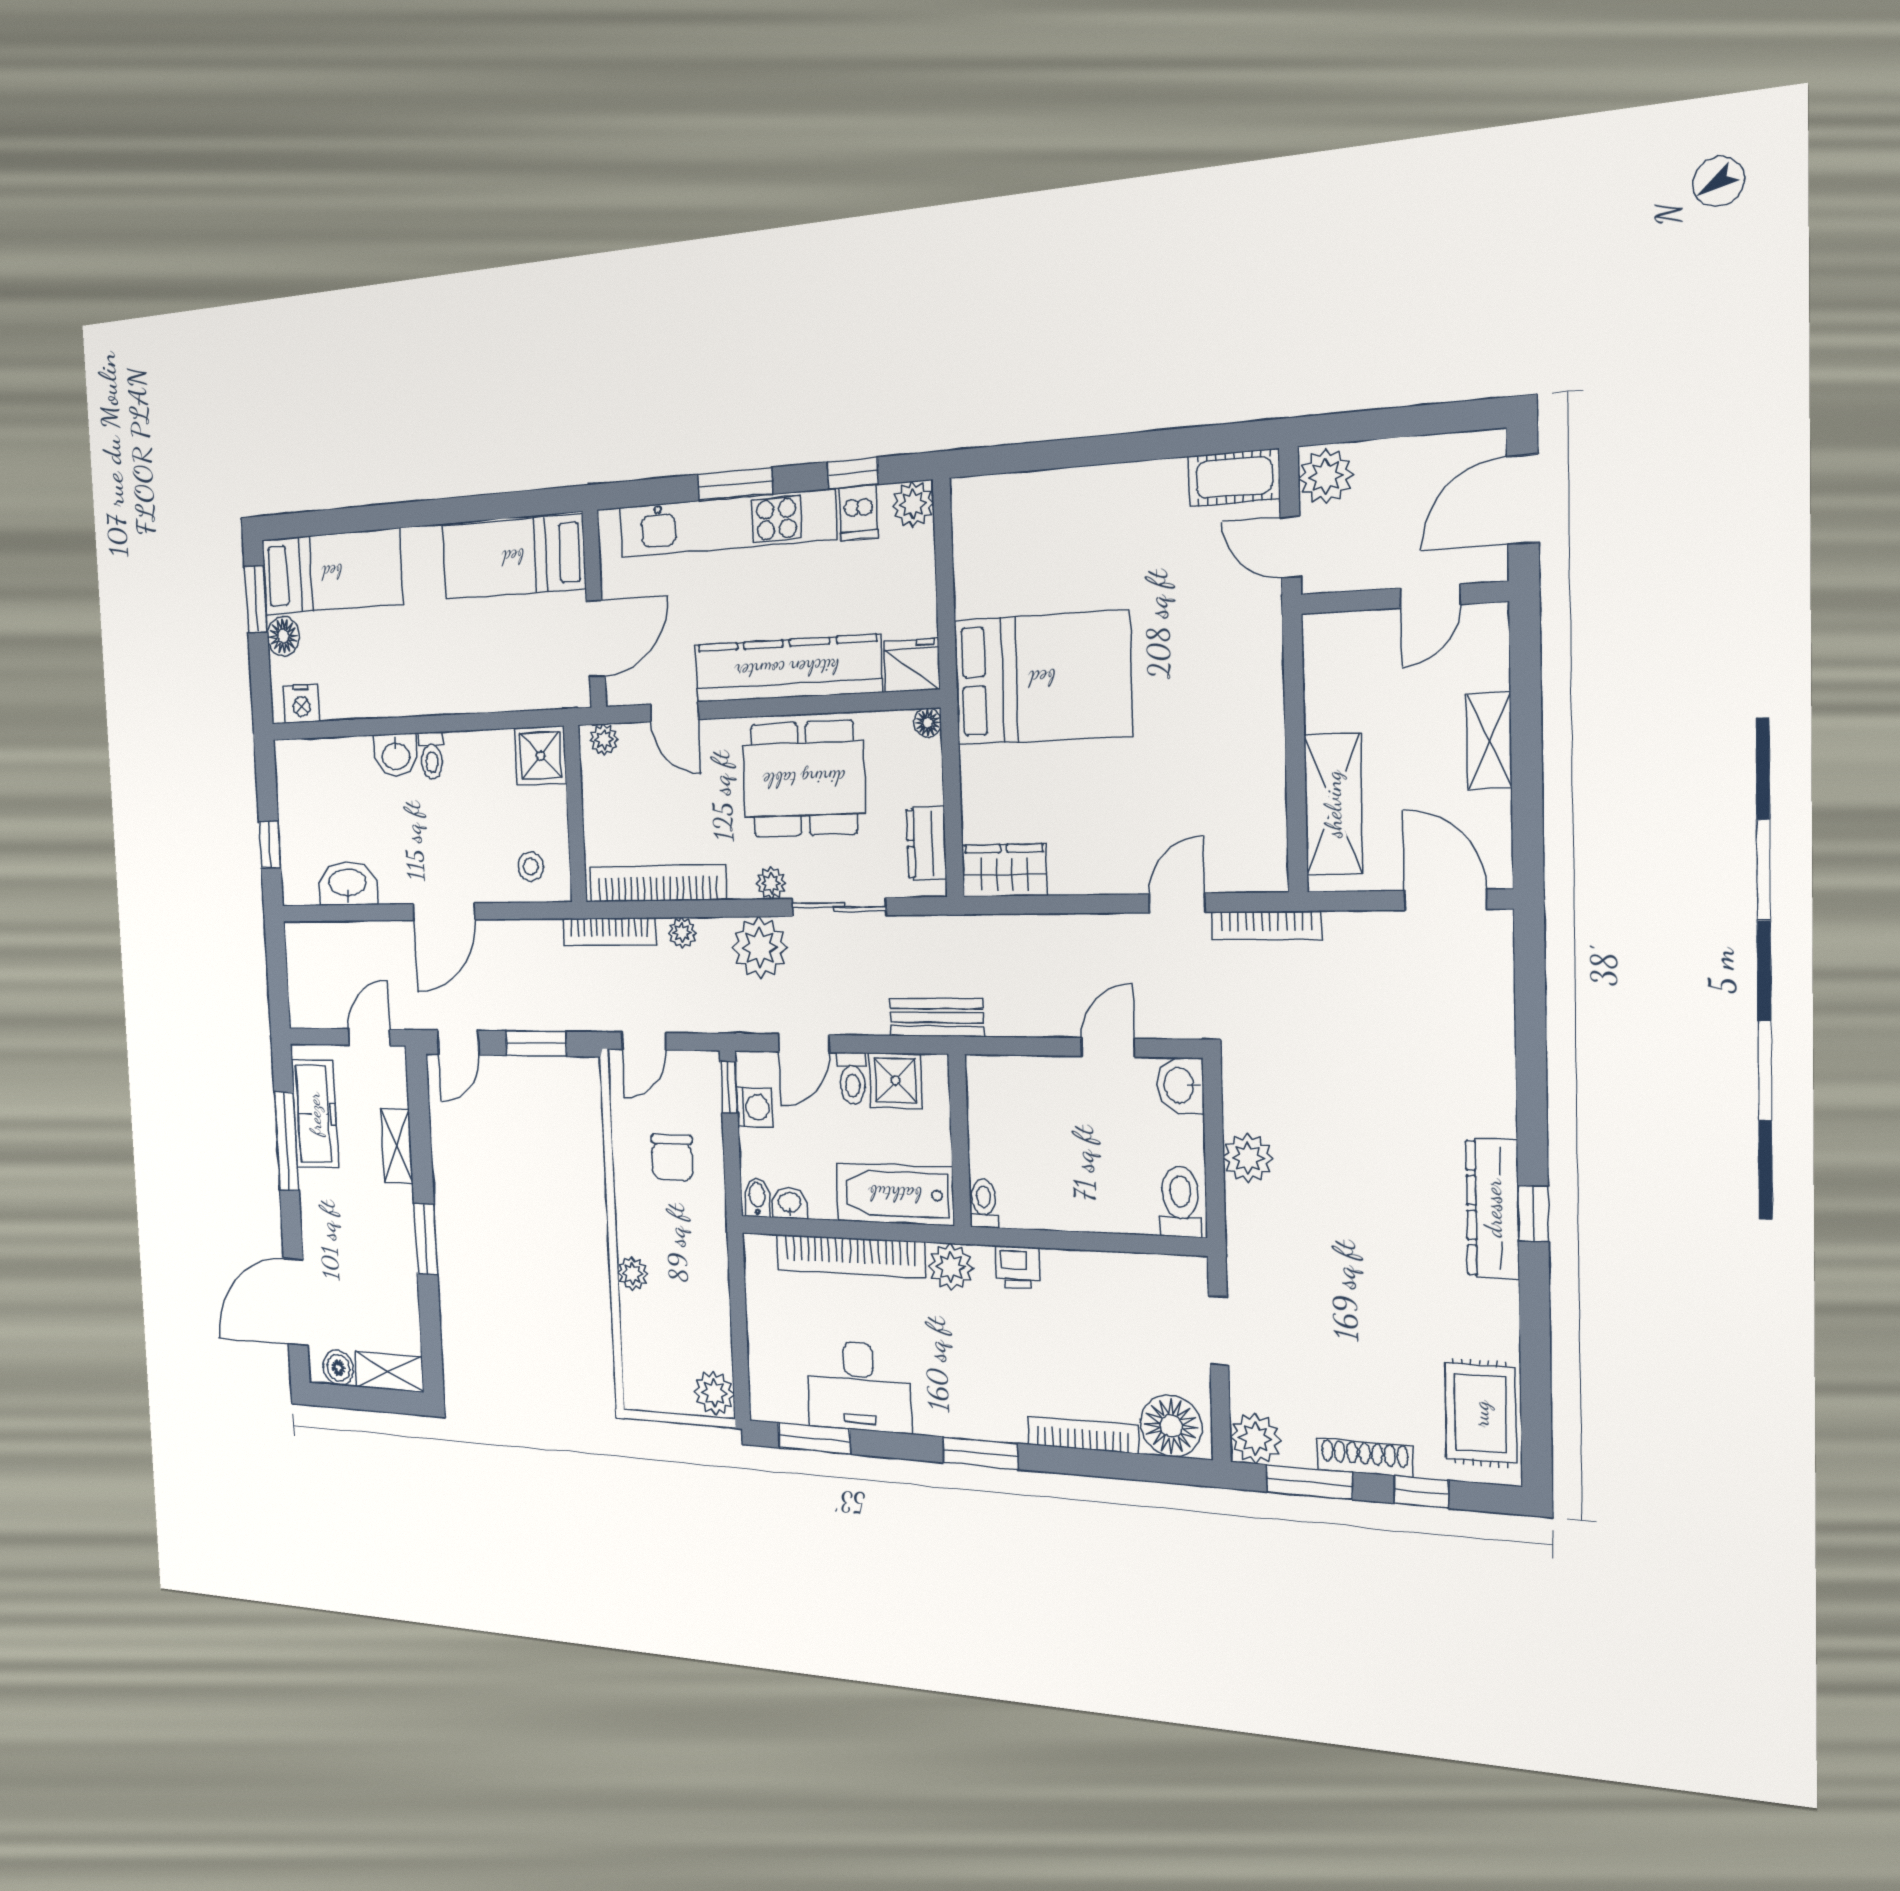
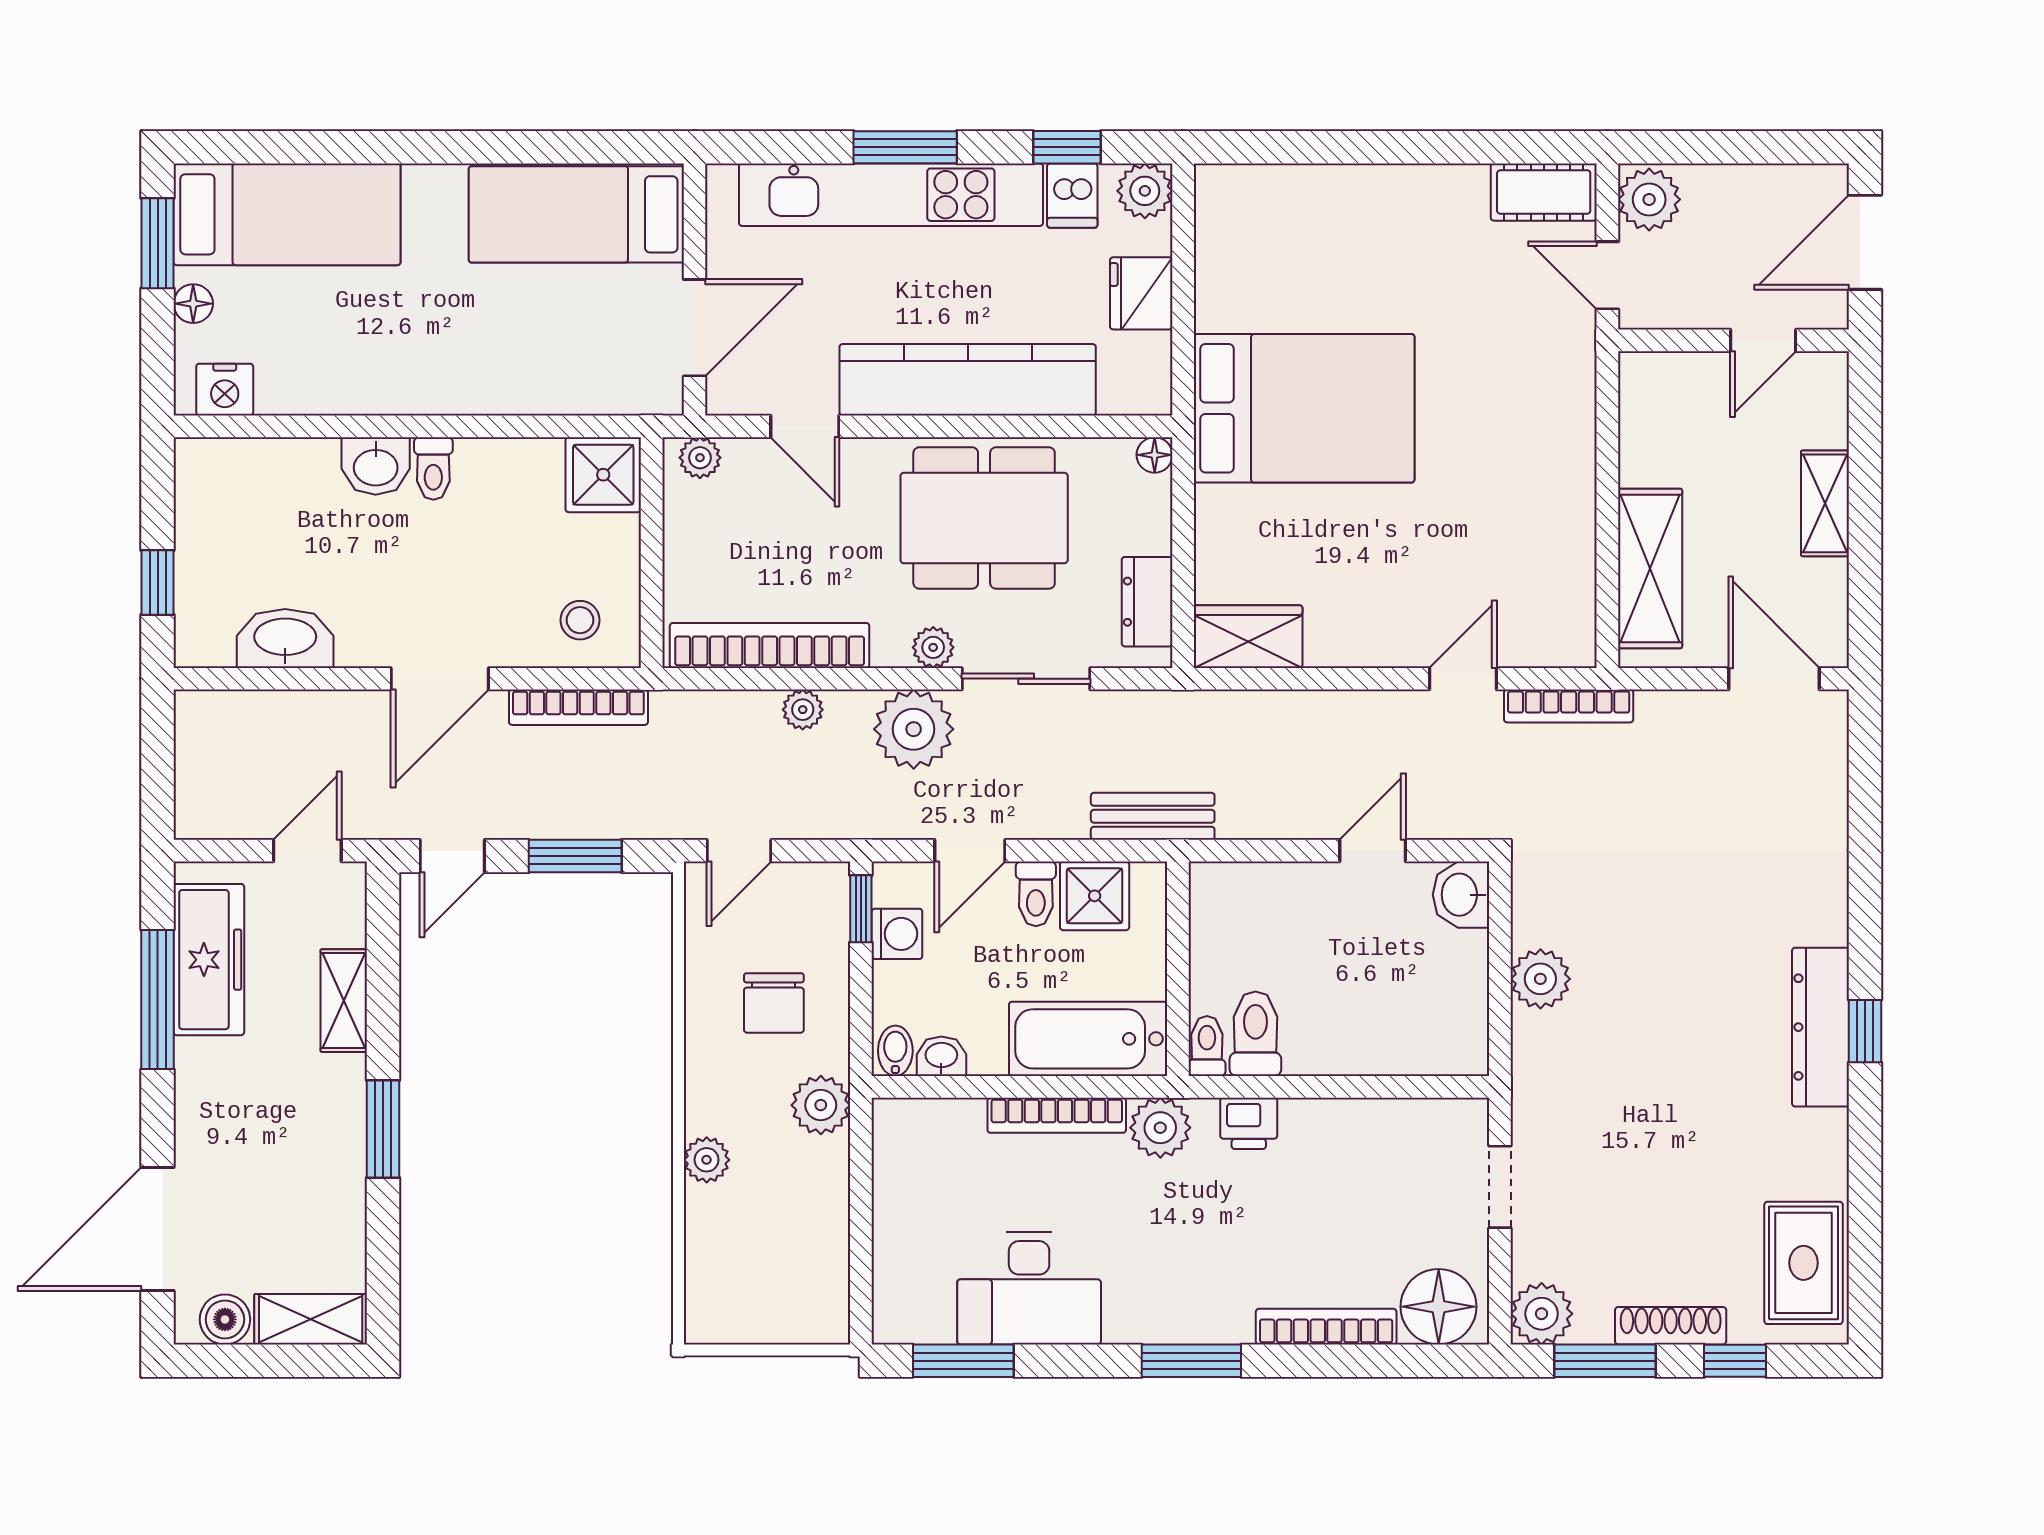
floor lamp: (283, 636) -> (193, 304), width x0.73, depth x0.73
fridge: (912, 665) -> (1141, 293), moved, turned -90
bookcase: (609, 932) -> (578, 707), moved
toilet: (1180, 1202) -> (1255, 1034), moved
bookcase: (850, 1256) -> (1057, 1115), width x0.68, depth x0.76
plant: (714, 1393) -> (821, 1105), moved

